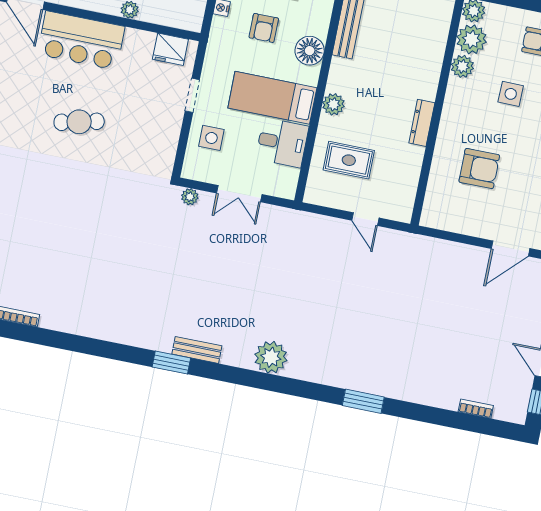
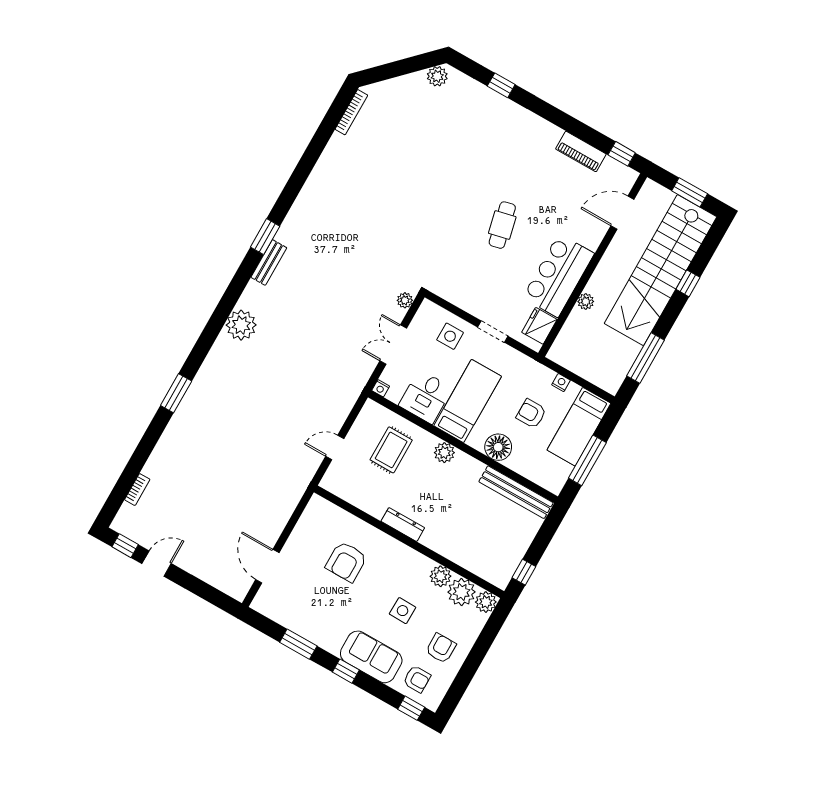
bar counter: (81, 40) -> (558, 276), moved
nightstand: (289, 192) -> (381, 388), added

